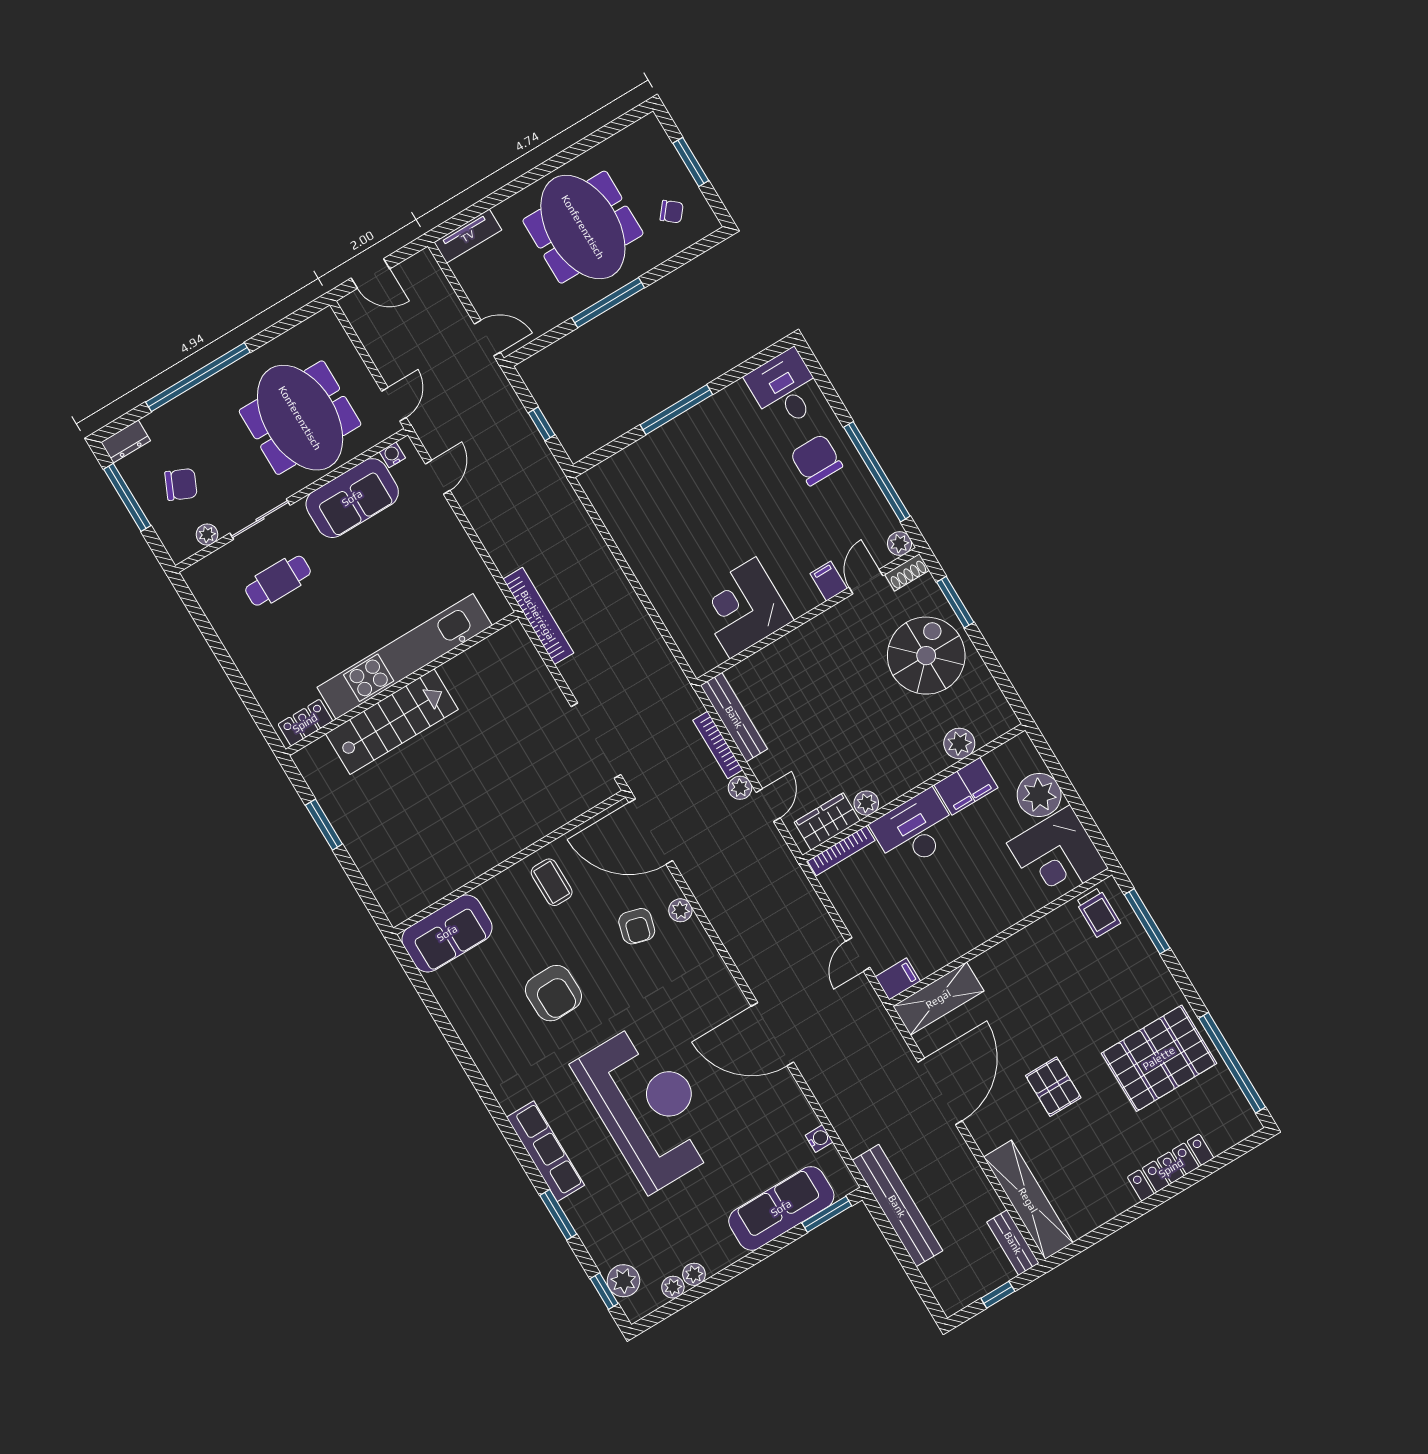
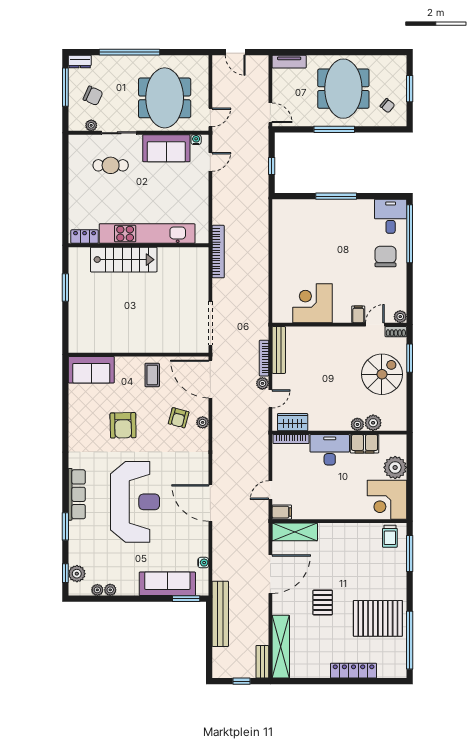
window: (877, 472) -> (410, 234), moved
plant: (866, 803) -> (357, 424), moved

